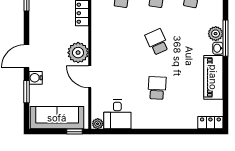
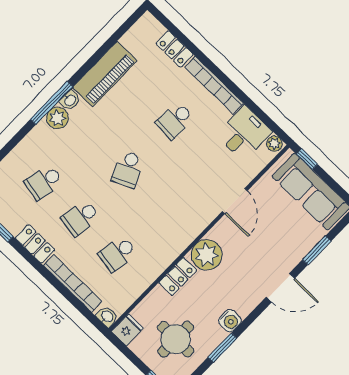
plant: (78, 53) -> (207, 255), moved
water cooler: (36, 78) -> (230, 321), moved
locker: (210, 123) -> (175, 49), moved
bookcase: (155, 124) -> (214, 85), added

